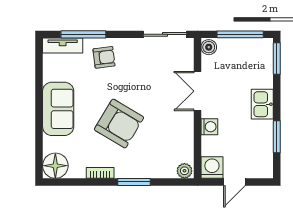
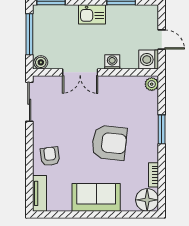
window: (83, 34) -> (29, 175), removed
armchair: (119, 124) -> (109, 143), turned 65
bookcase: (100, 173) -> (154, 175), moved

